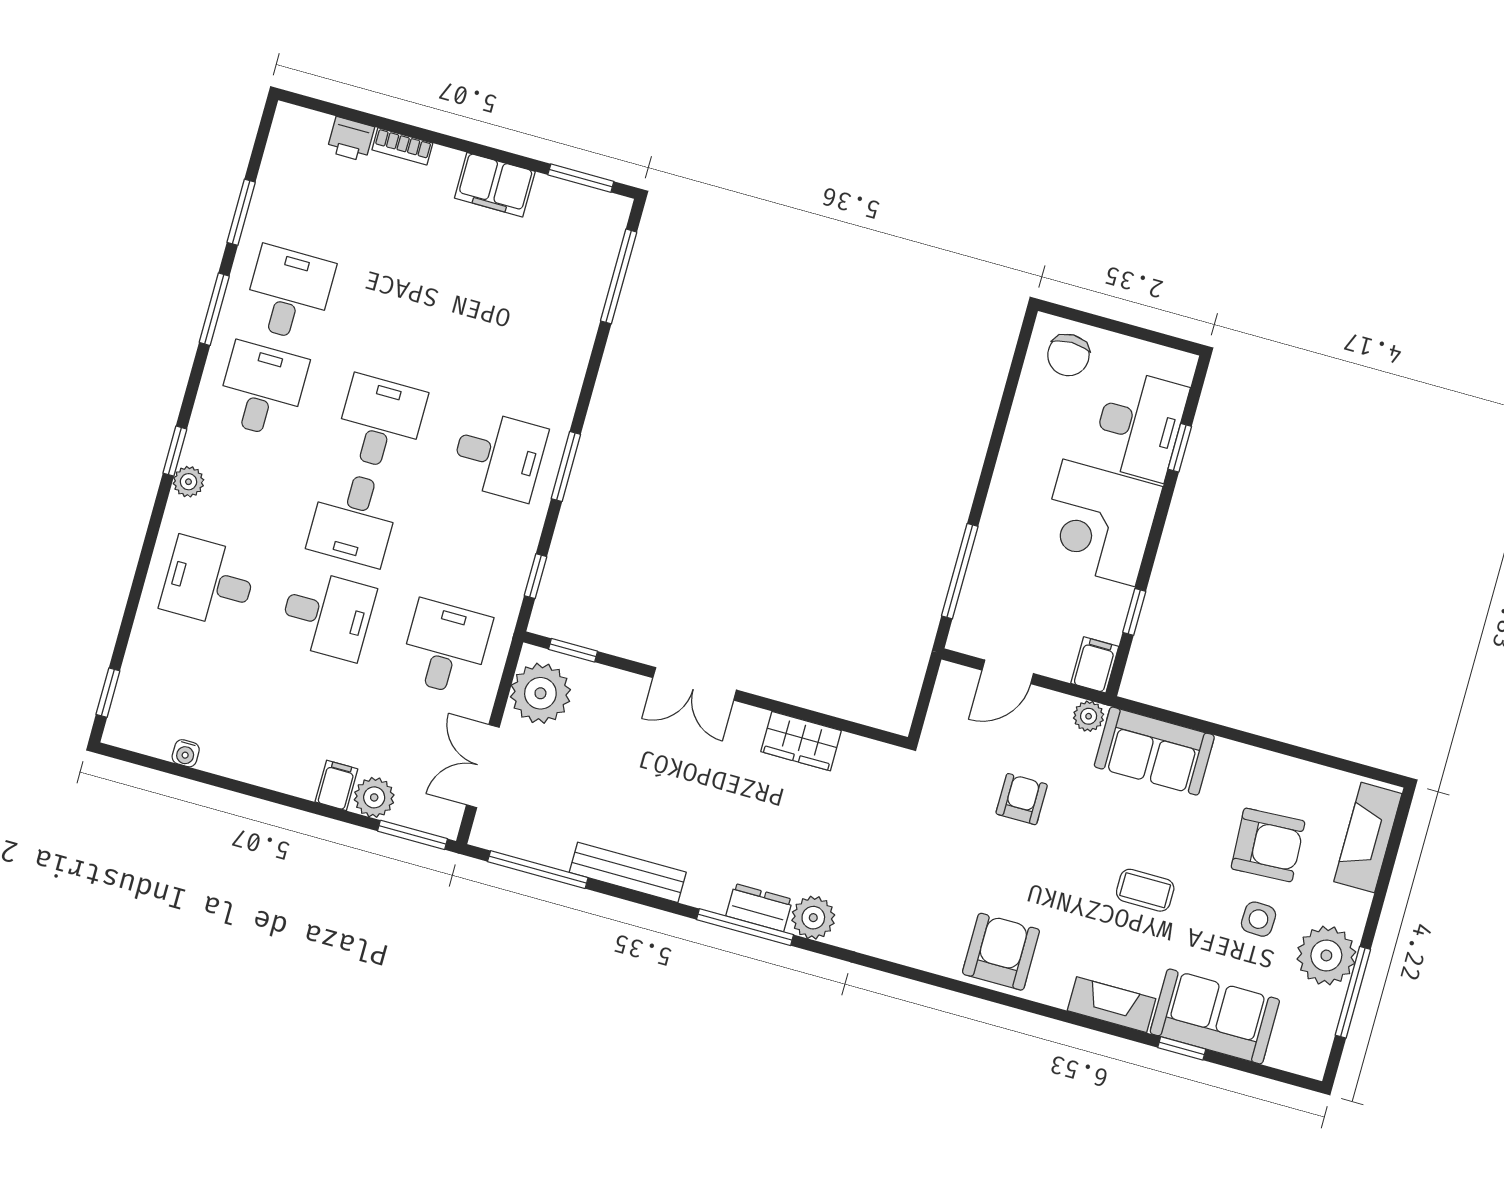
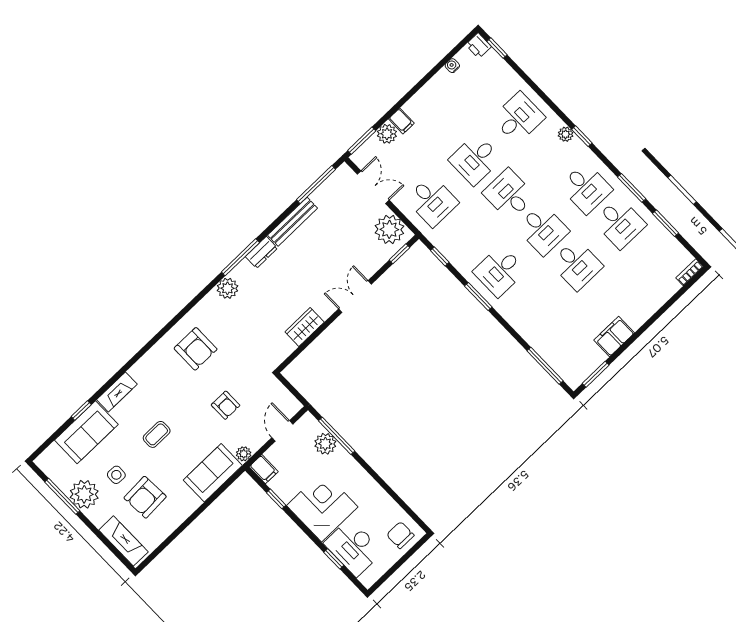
printer: (351, 139) -> (478, 46), moved, turned -90
bookcase: (402, 146) -> (690, 272), moved
desk: (407, 326) -> (577, 265), added
plant: (986, 583) -> (325, 444), added
dresser: (759, 908) -> (261, 252), moved
armchair: (1001, 952) -> (196, 349), moved

